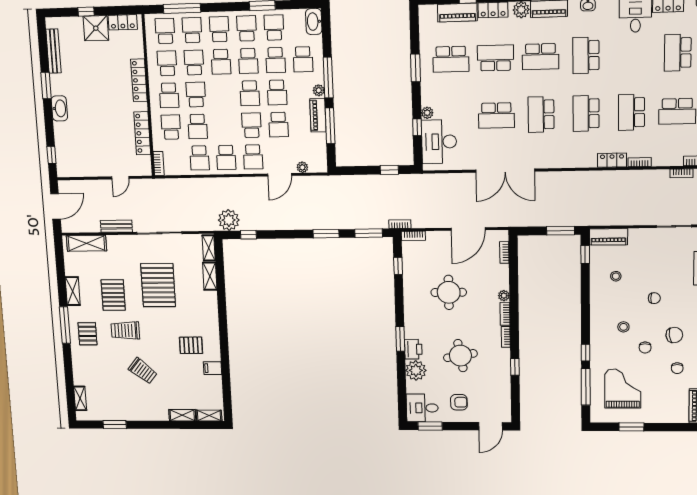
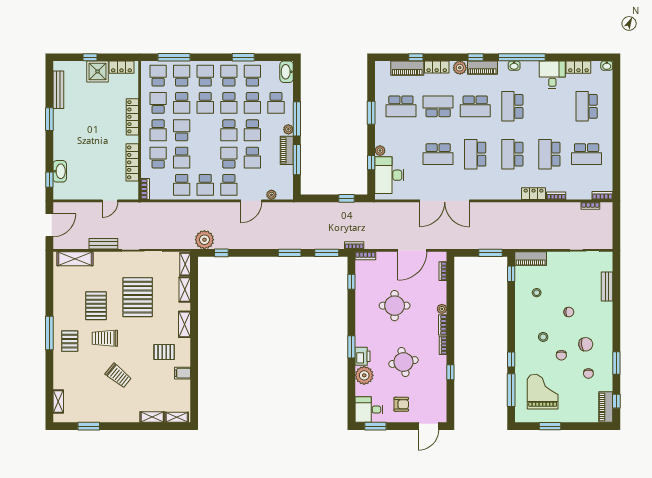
school desk: (194, 62) -> (182, 103), turned 180
washbasin: (59, 108) -> (60, 171), moved
shelving: (73, 291) -> (184, 324), moved

